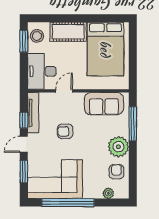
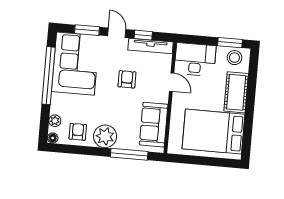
armchair: (116, 172) -> (78, 132), turned -90
floor lamp: (124, 194) -> (53, 138), added

